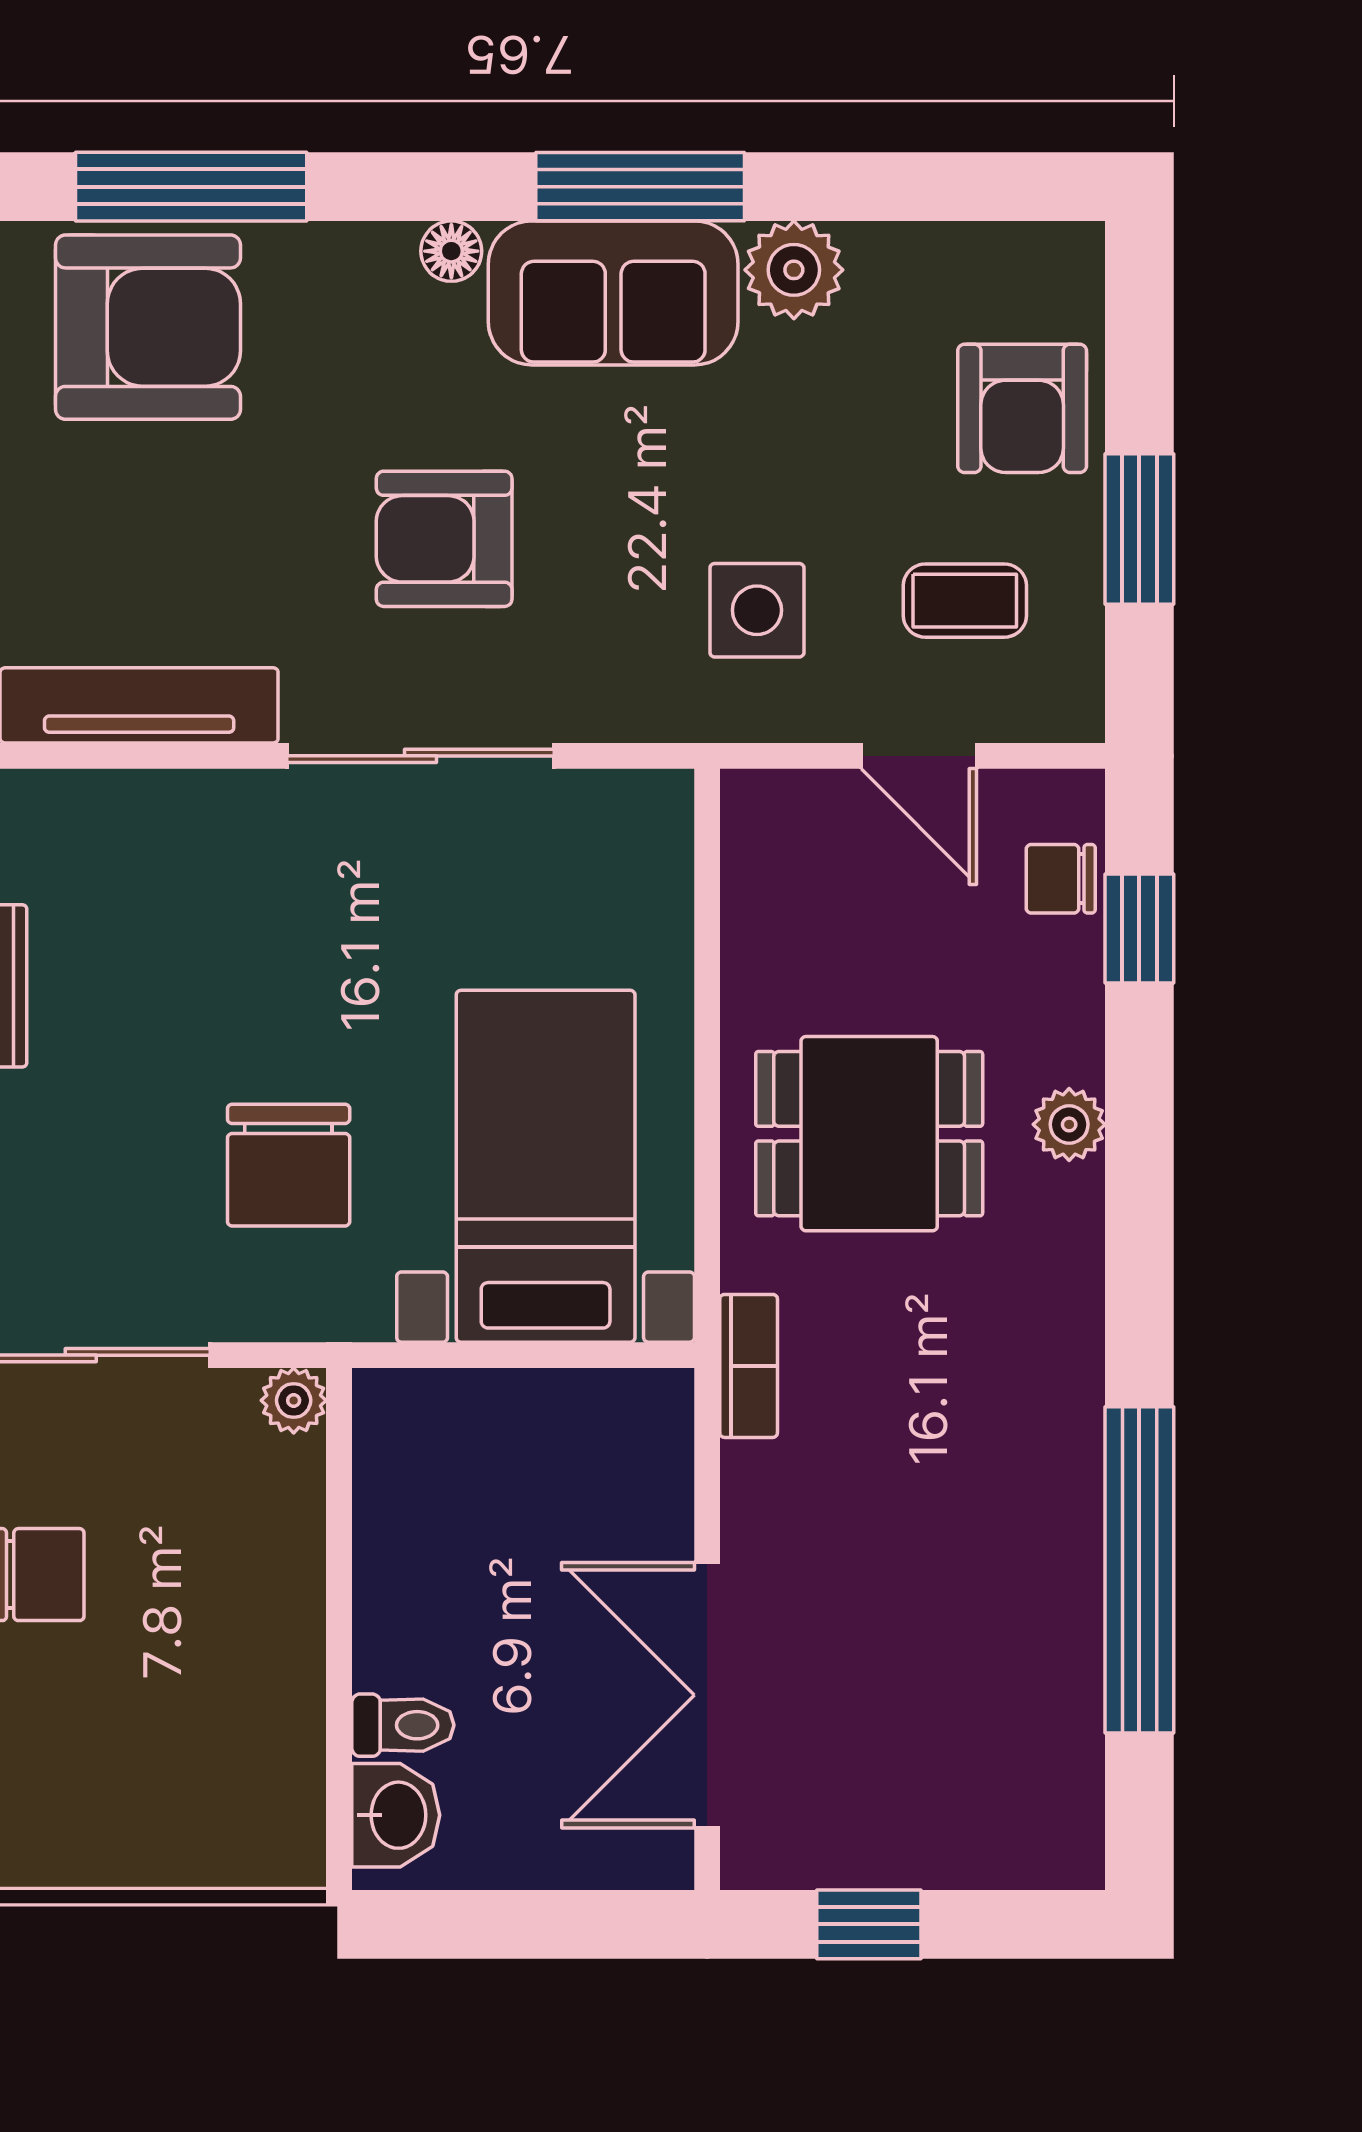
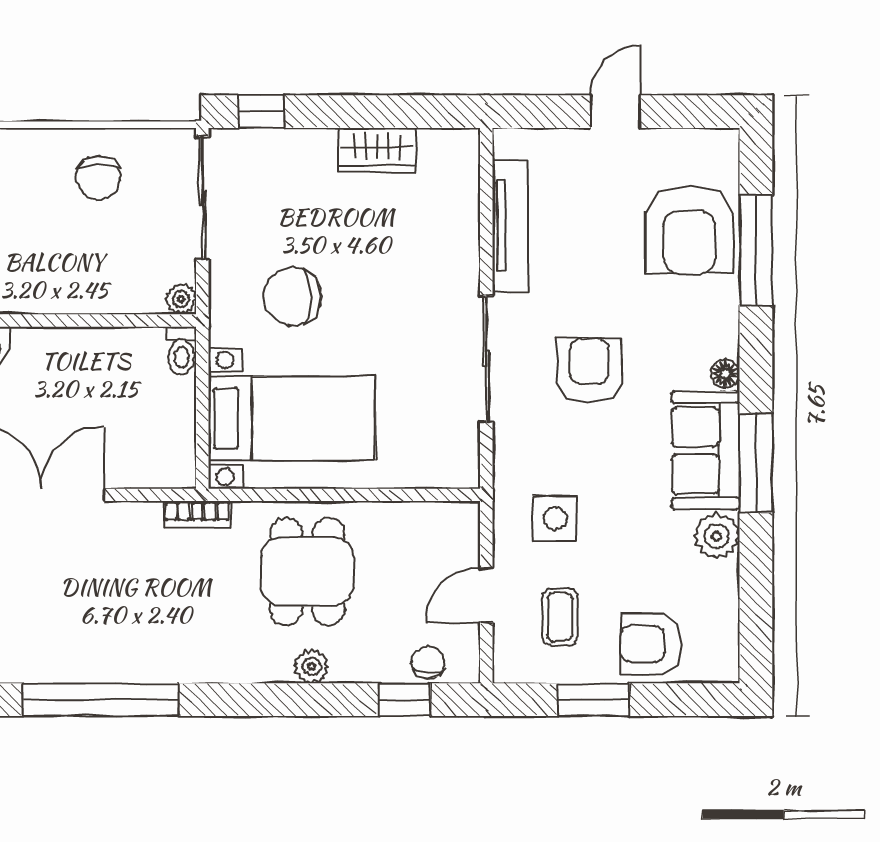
toilet: (403, 1725) -> (181, 351), moved

